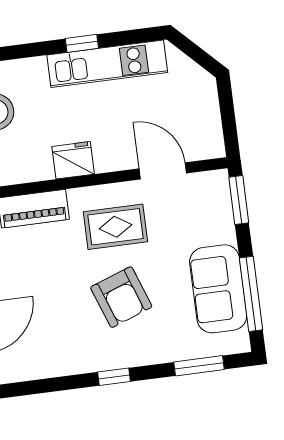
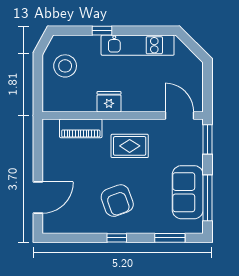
window: (82, 43) -> (102, 31), moved
door: (163, 171) -> (179, 115), moved
armchair: (121, 297) -> (117, 201), moved

